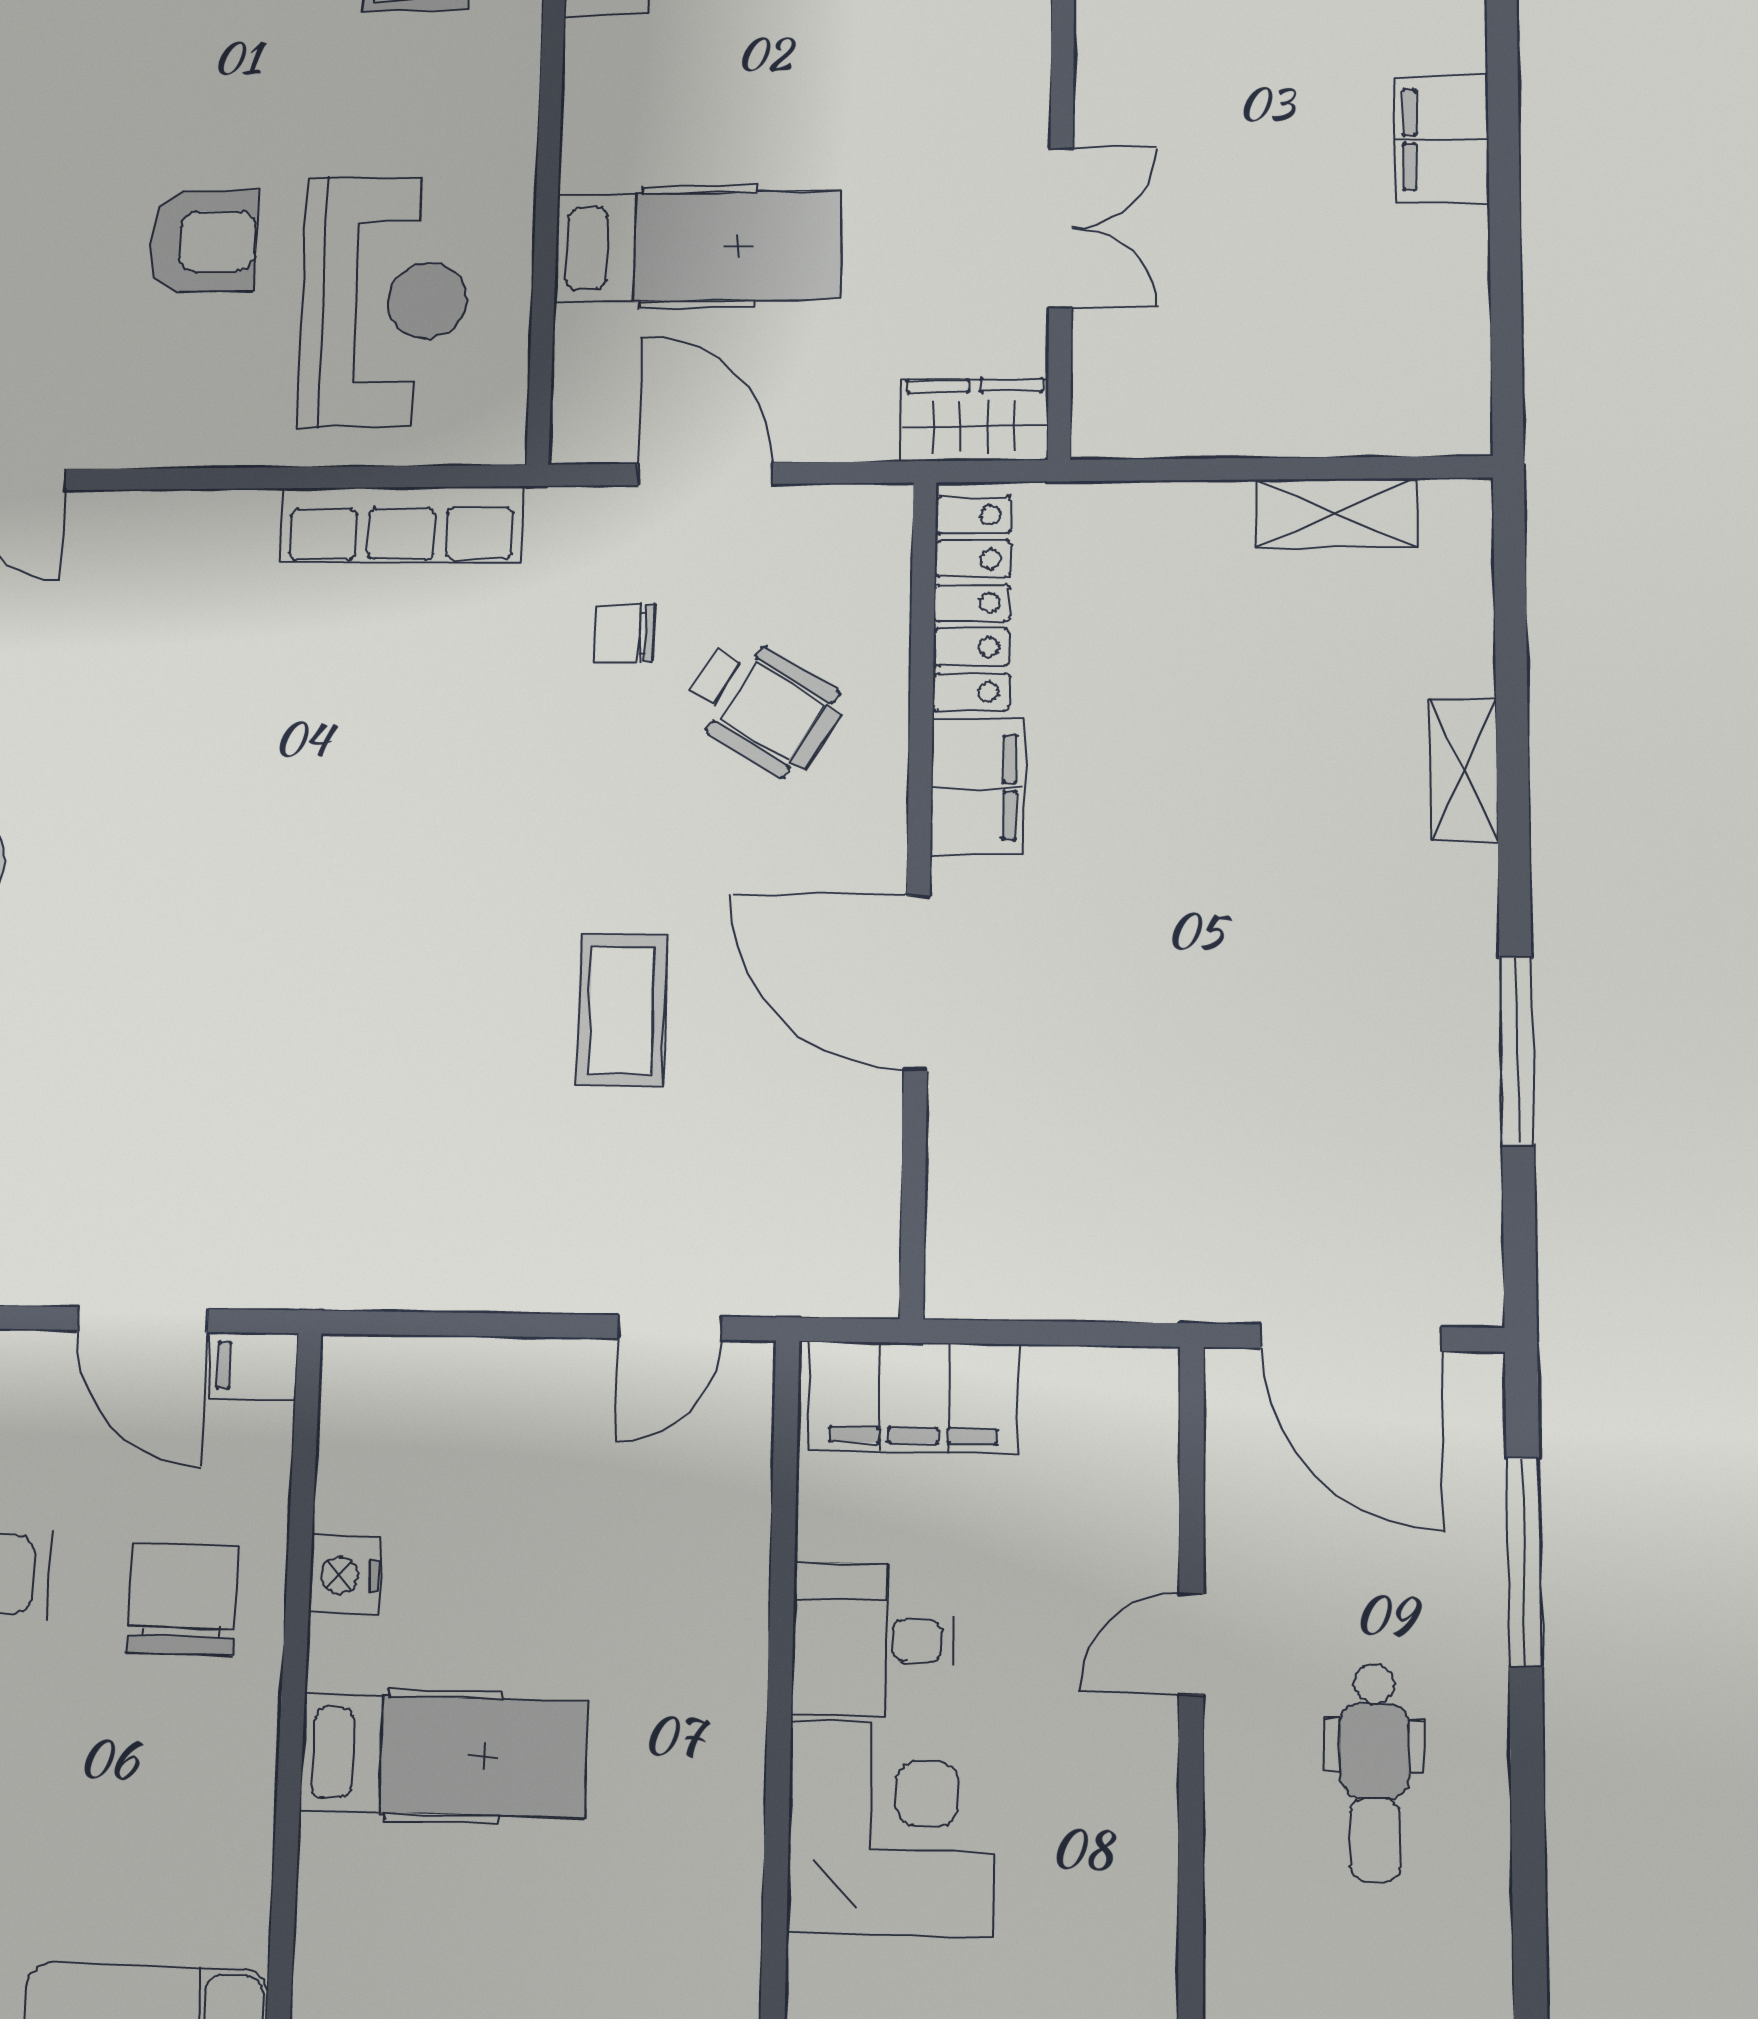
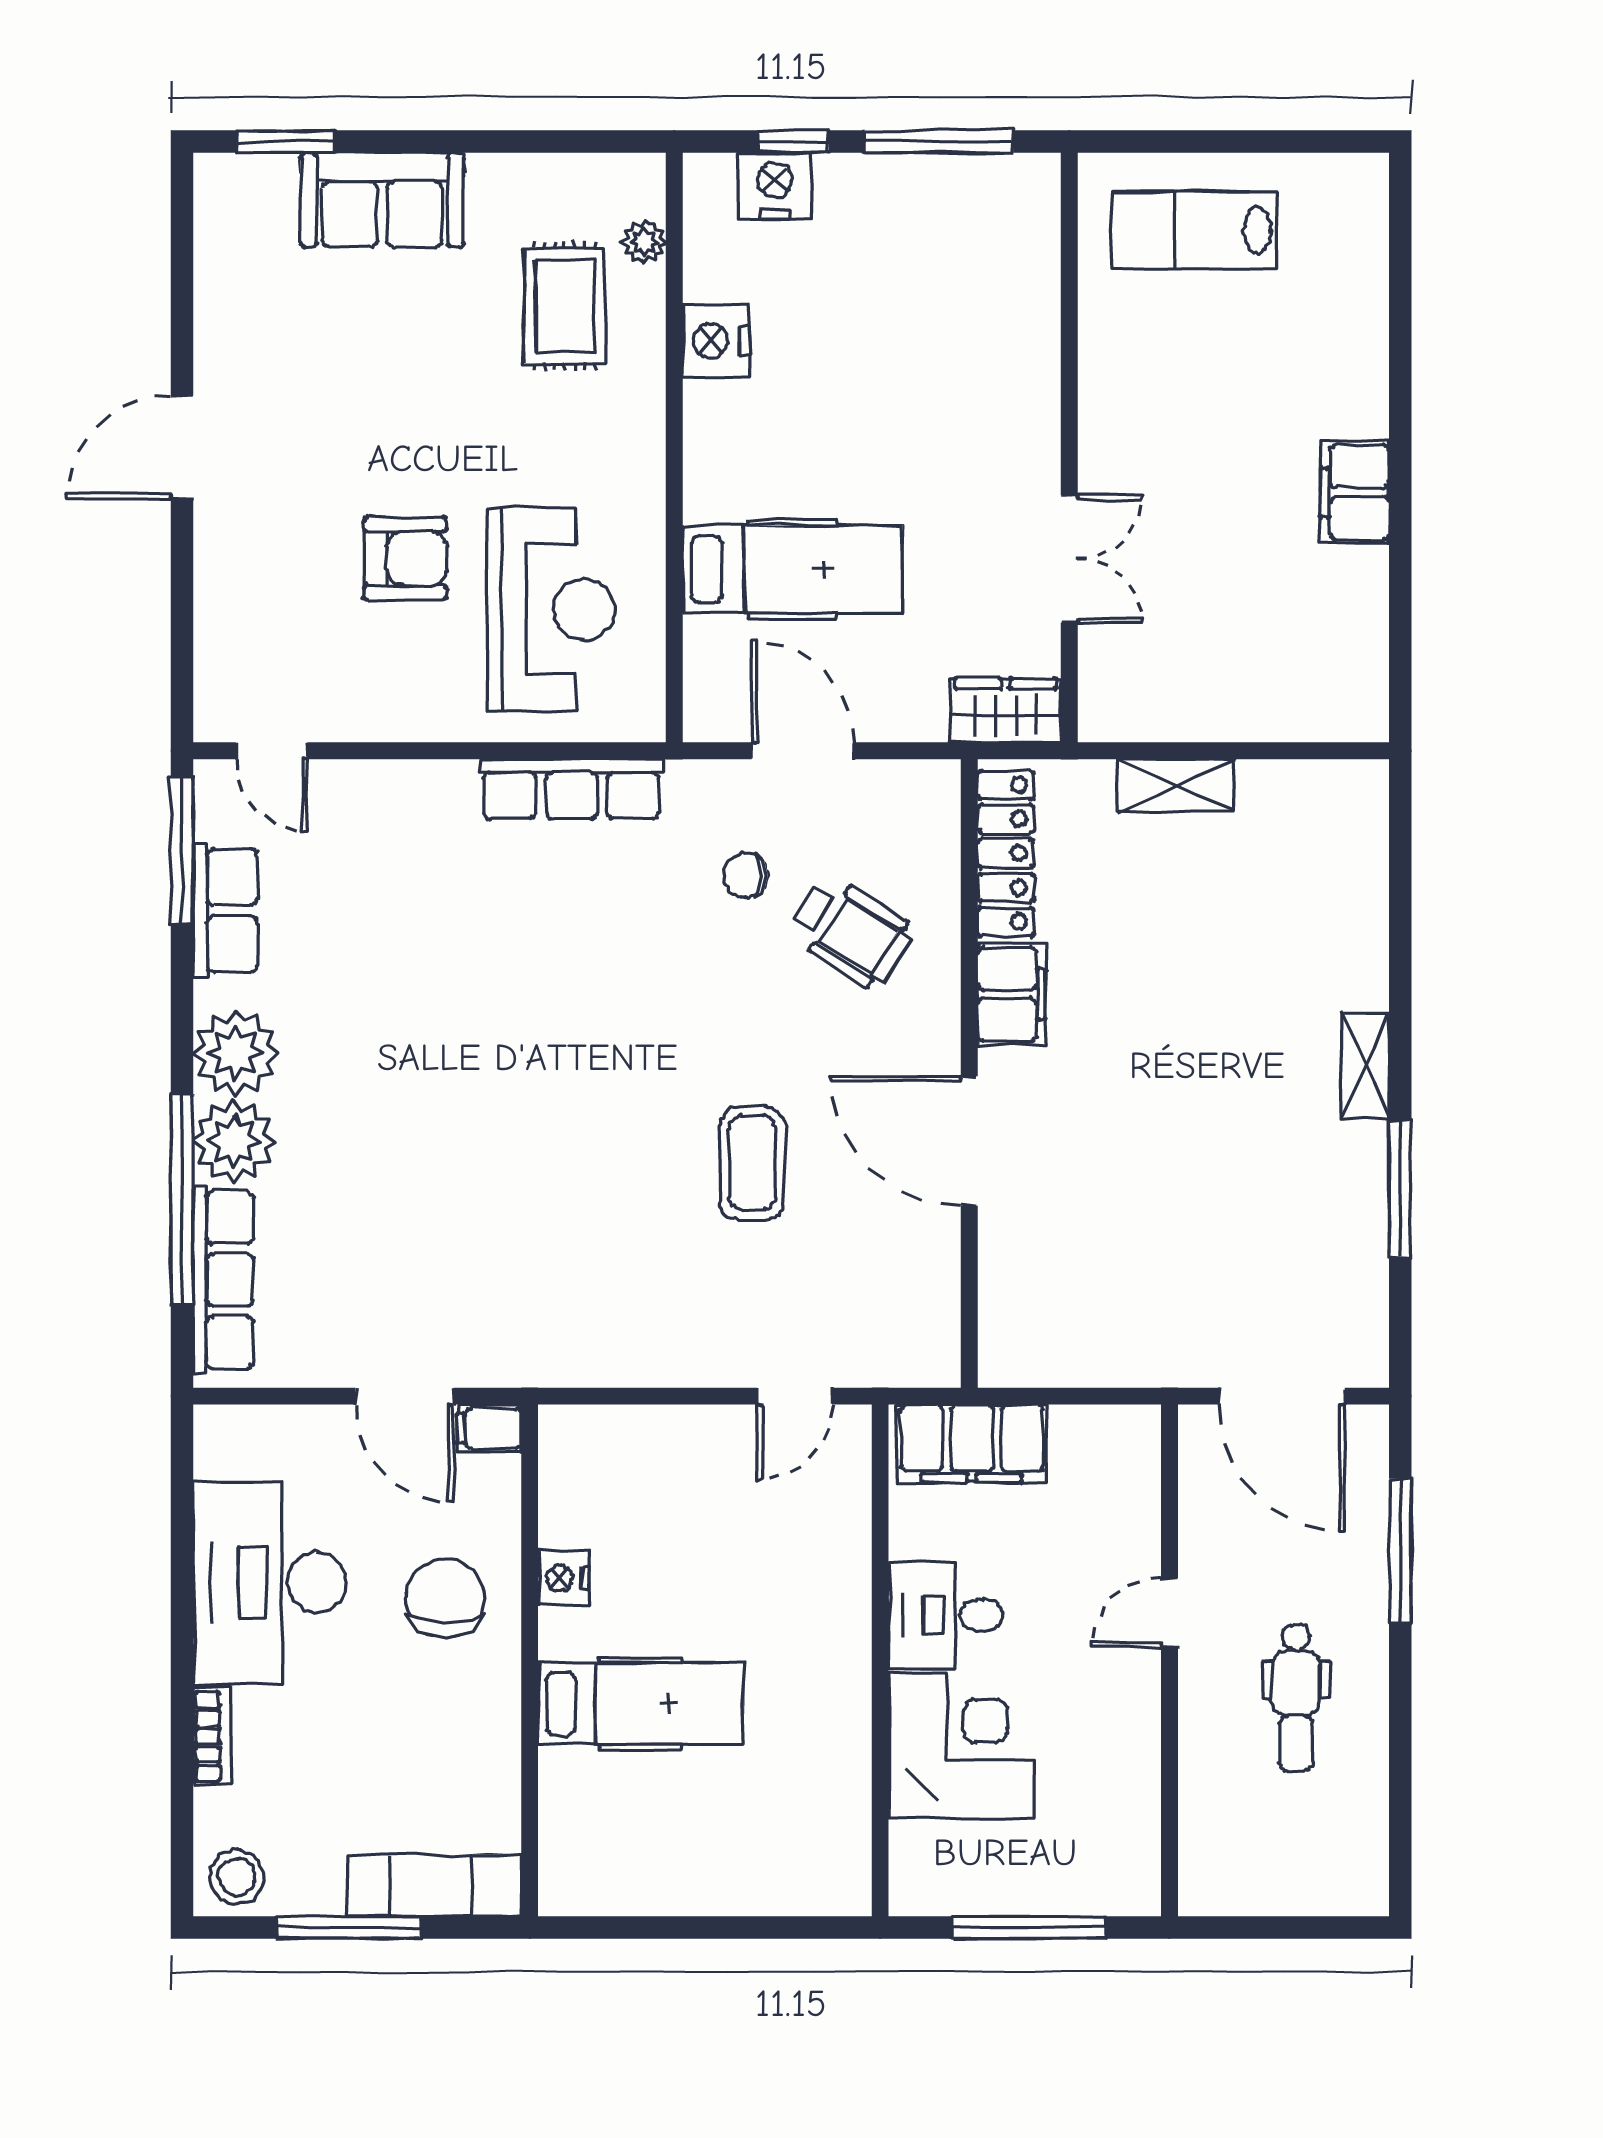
shelving: (1336, 513) -> (1176, 785), moved
shelving: (1464, 770) -> (1365, 1065), moved

